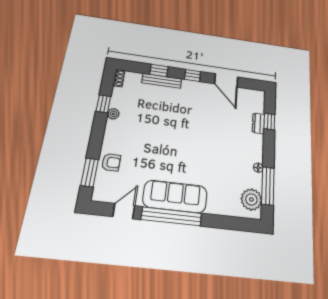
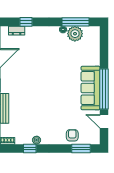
dresser: (258, 123) -> (17, 31), moved
plant: (251, 199) -> (75, 34), moved

